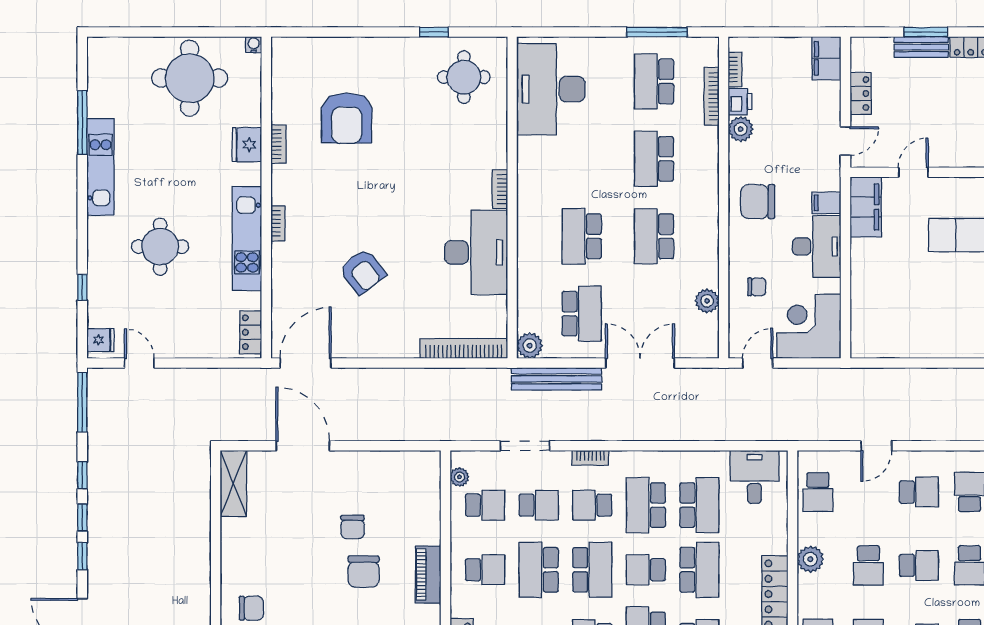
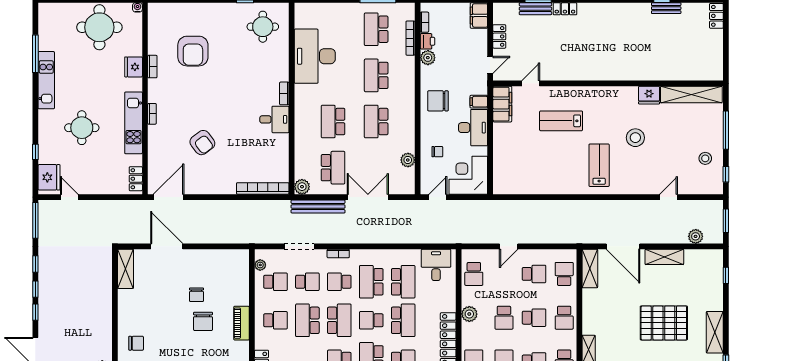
desk: (551, 89) -> (315, 56), moved
desk: (476, 252) -> (274, 119), width x0.53, depth x0.77
fridge: (101, 340) -> (49, 177), width x1.88, depth x1.34

